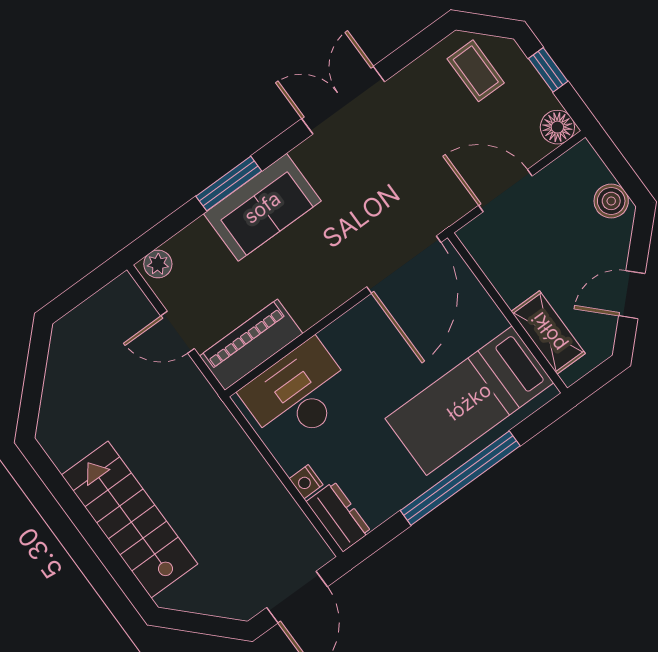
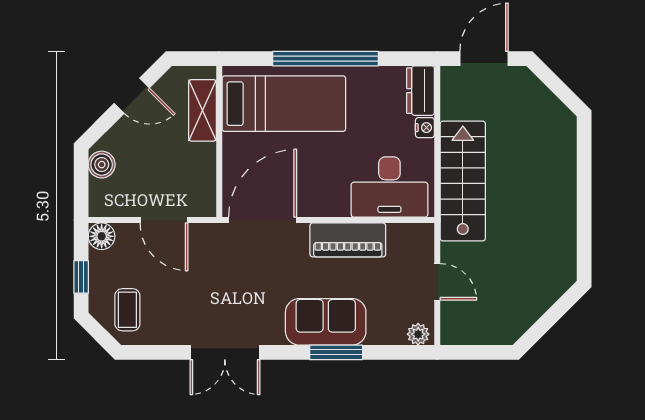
piano: (251, 345) -> (348, 240), moved
stairs: (130, 519) -> (463, 181), moved, turned 180

